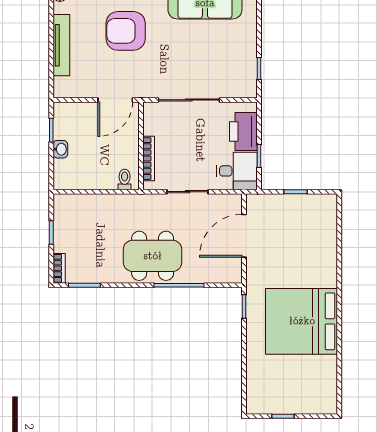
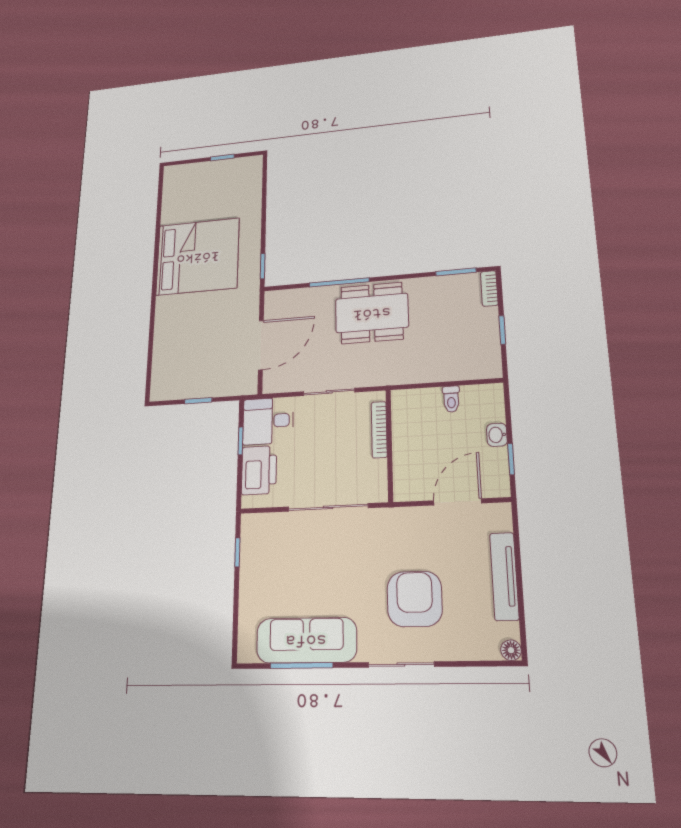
armchair: (126, 31) -> (415, 599), turned -90
door: (115, 100) -> (458, 502), moved
toilet: (125, 179) -> (451, 399), moved

